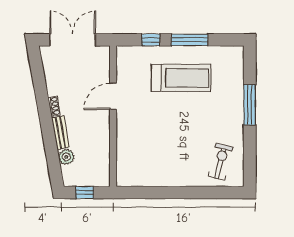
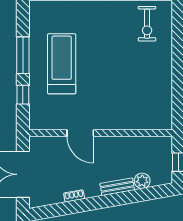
shoe rack: (54, 106) -> (74, 196), moved
exercise bike: (221, 162) -> (147, 24), turned -104

